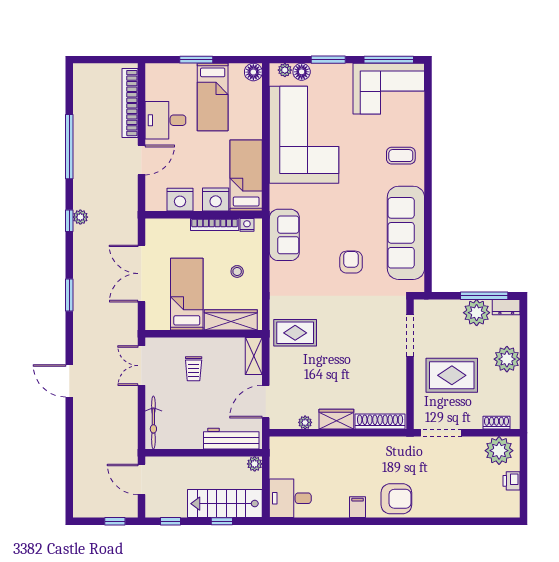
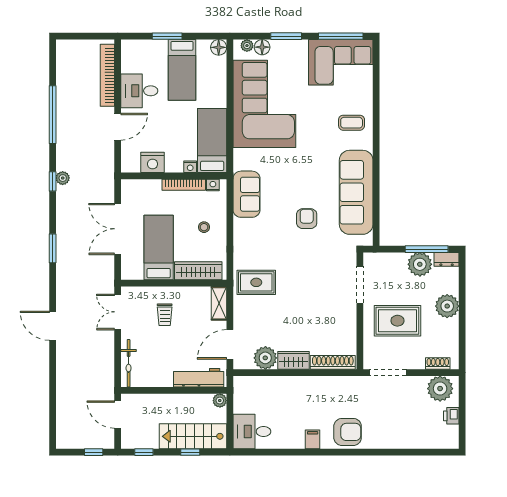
nightstand: (216, 199) -> (190, 167), width x0.53, depth x0.56
plant: (305, 422) -> (265, 358), width x1.87, depth x1.87

